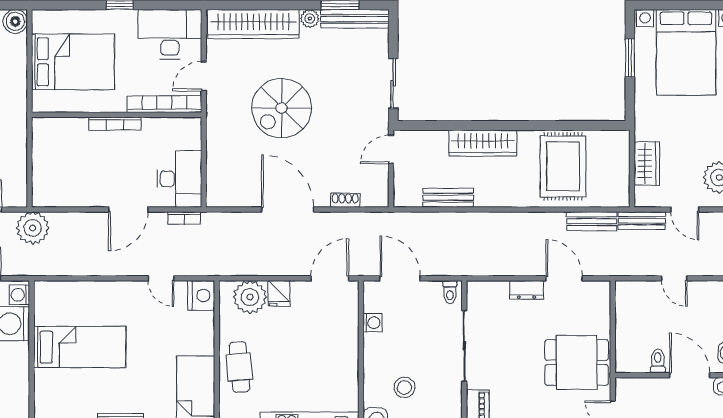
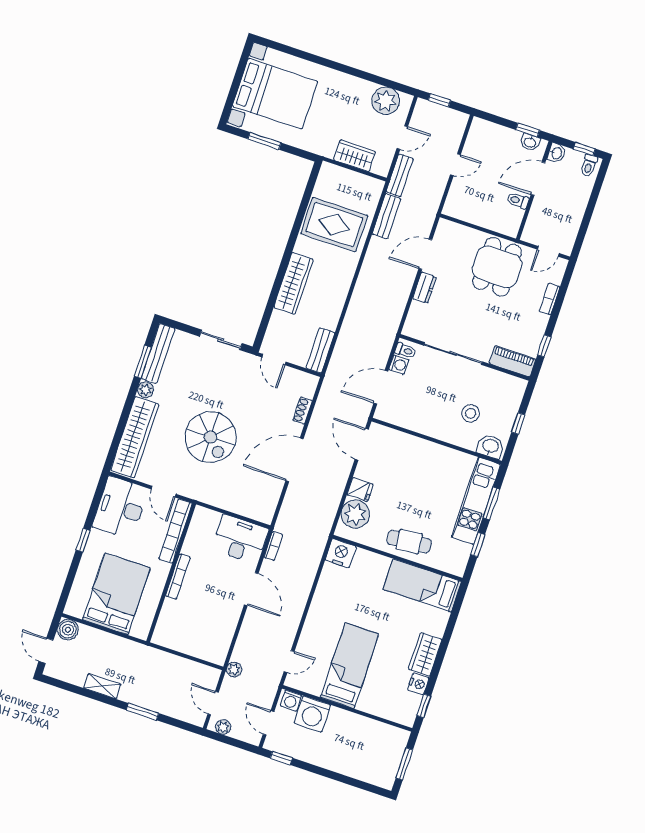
bench: (448, 198) -> (320, 351), moved
plant: (33, 228) -> (234, 670), width x0.53, depth x0.53
door: (161, 278) -> (289, 661), moved
washing machine: (372, 323) -> (399, 365), moved, turned 90

